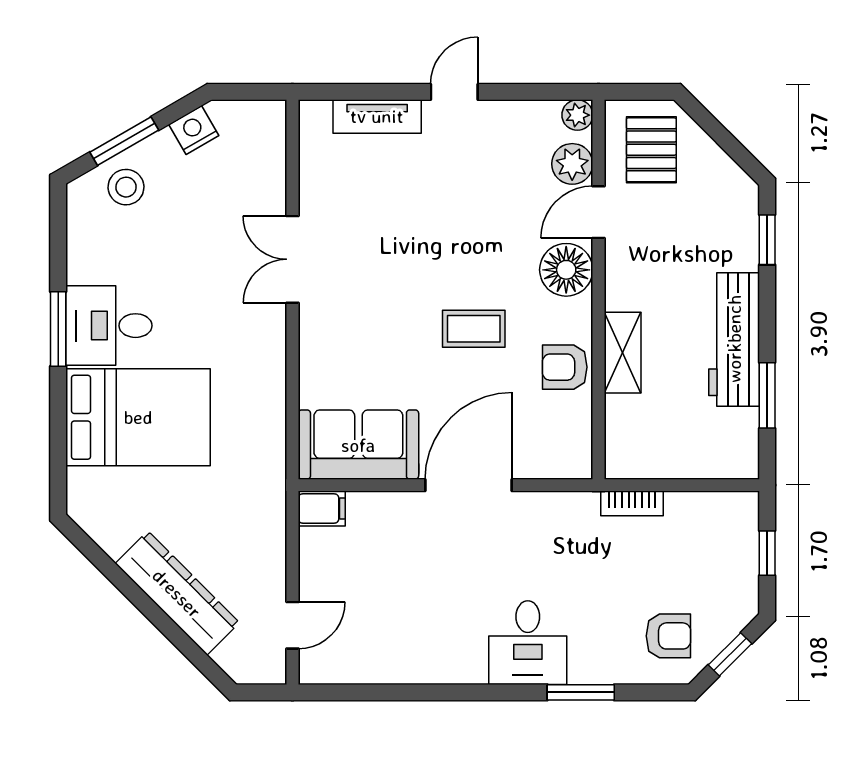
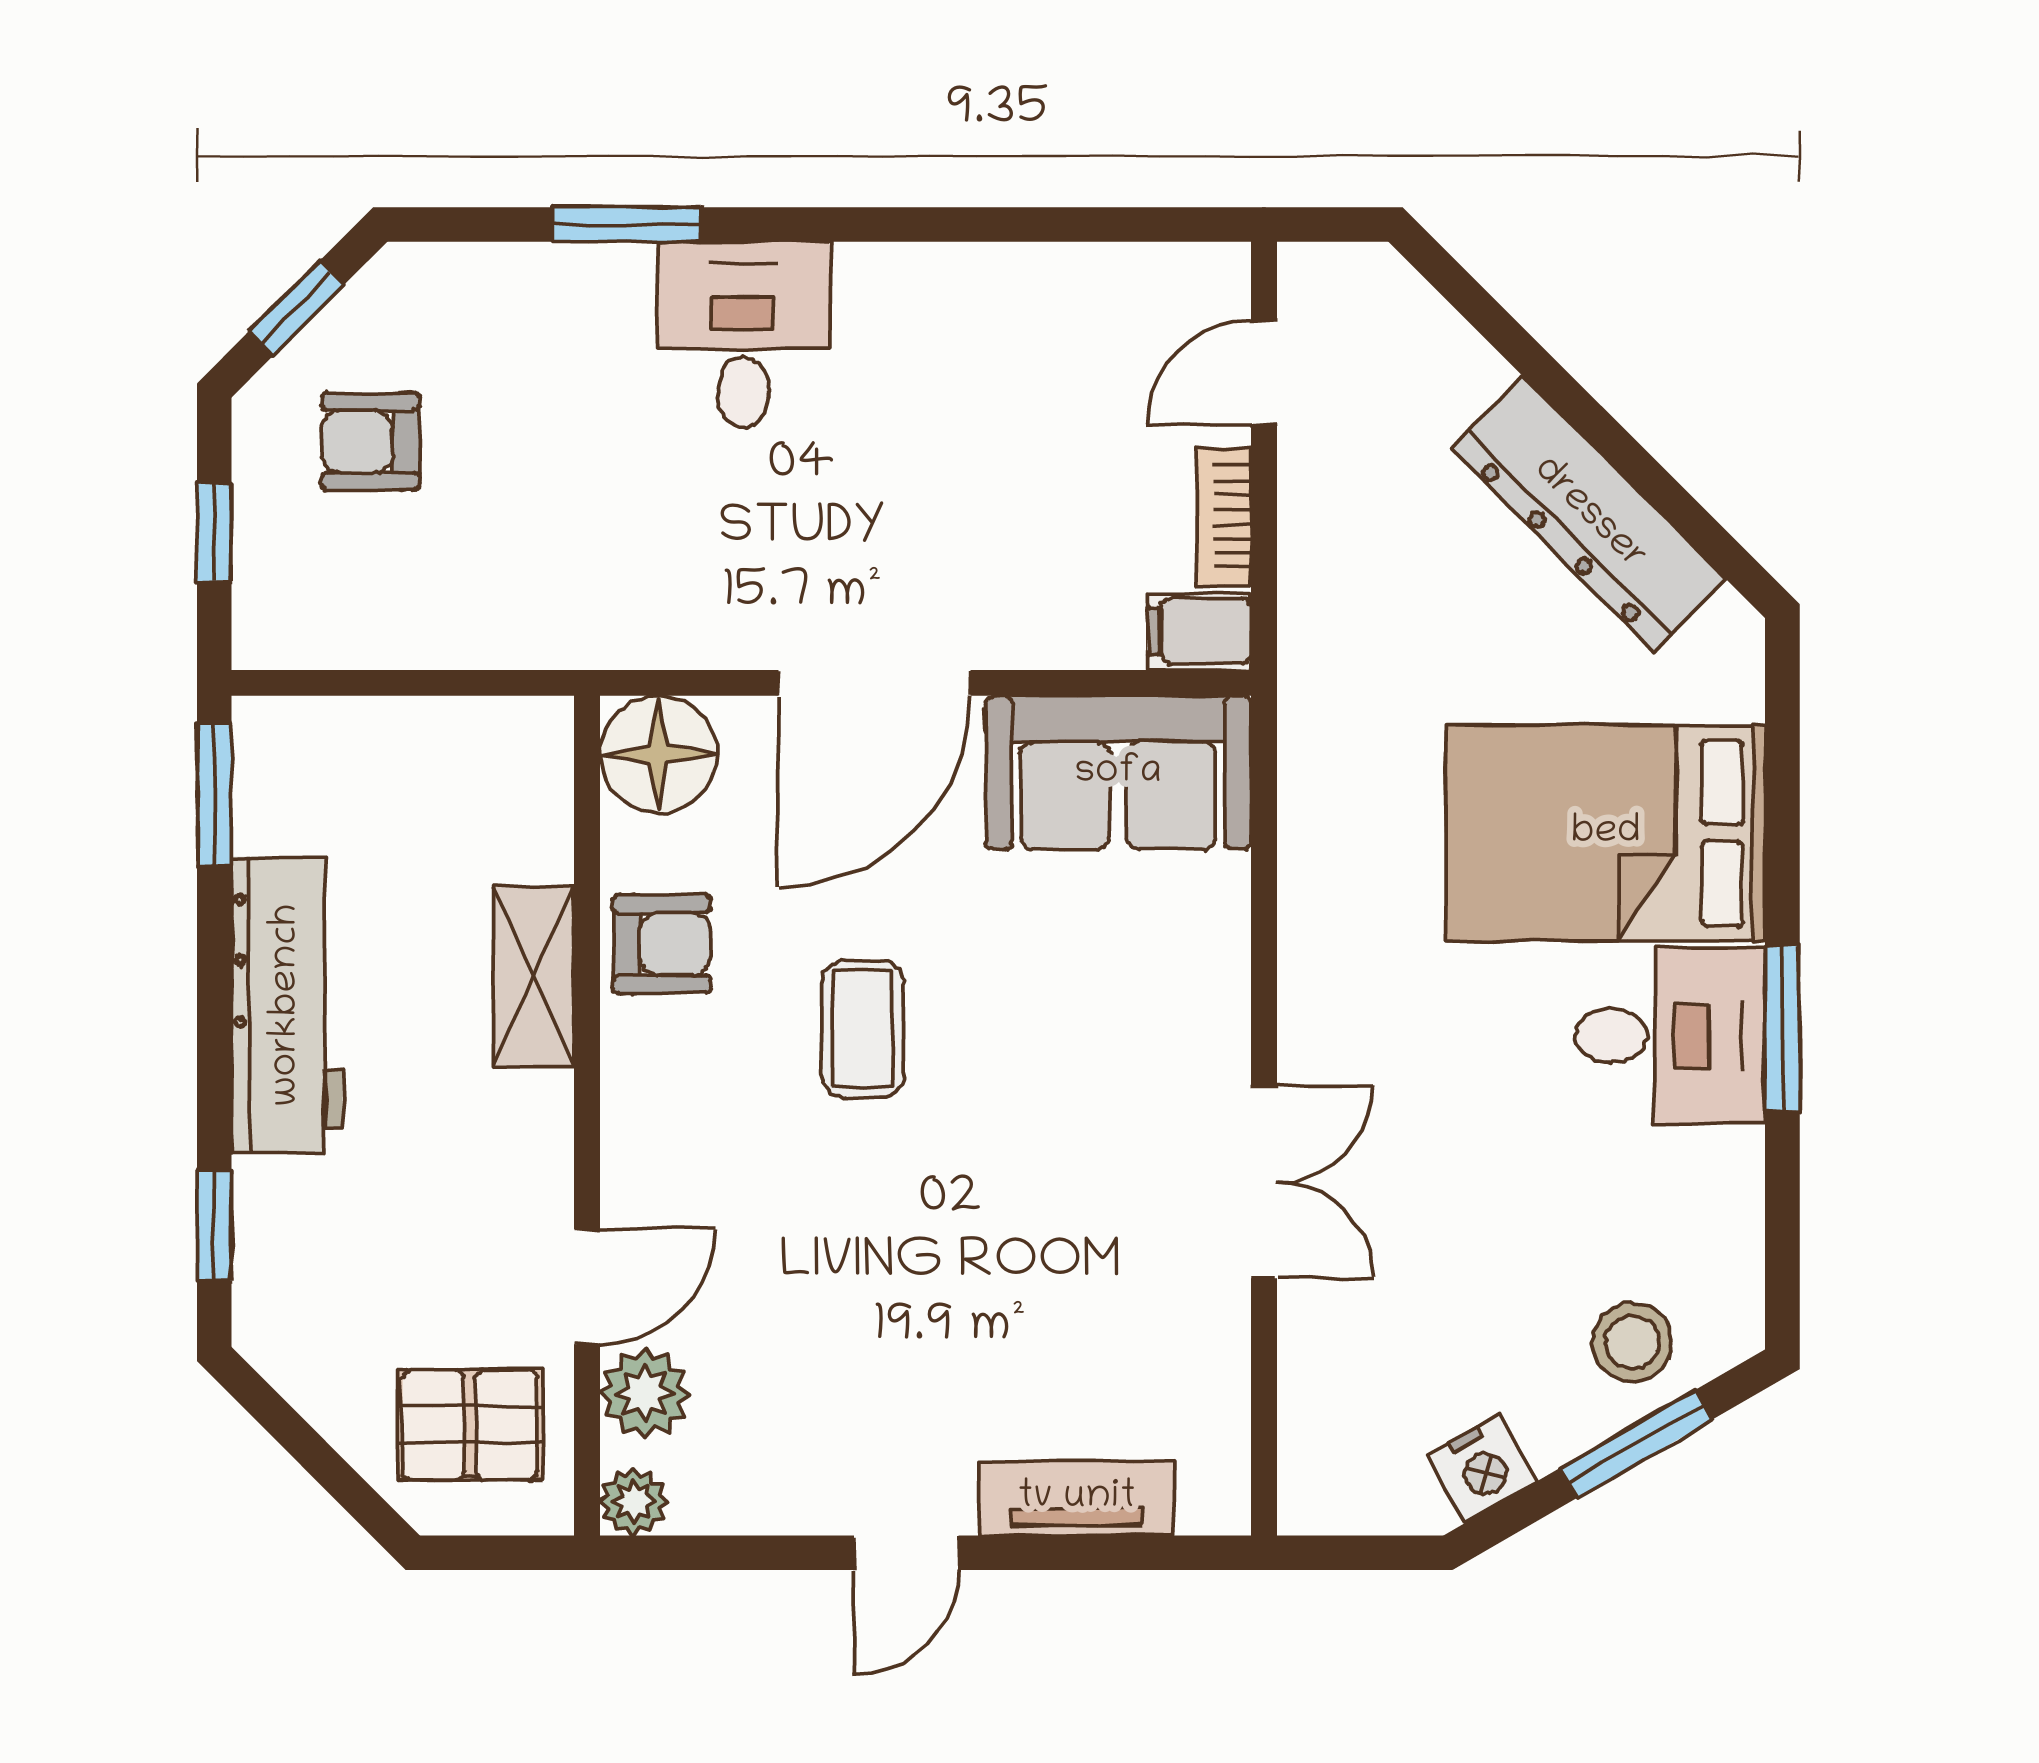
pallet: (651, 150) -> (470, 1425), turned 90
floor lamp: (566, 270) -> (658, 754), moved
coffee table: (474, 329) -> (863, 1029), turned 90
window: (767, 395) -> (214, 795), moved
bookcase: (632, 503) -> (1224, 516), moved, turned -90
dresser: (177, 593) -> (1589, 514), moved
armchair: (668, 636) -> (371, 441), moved

